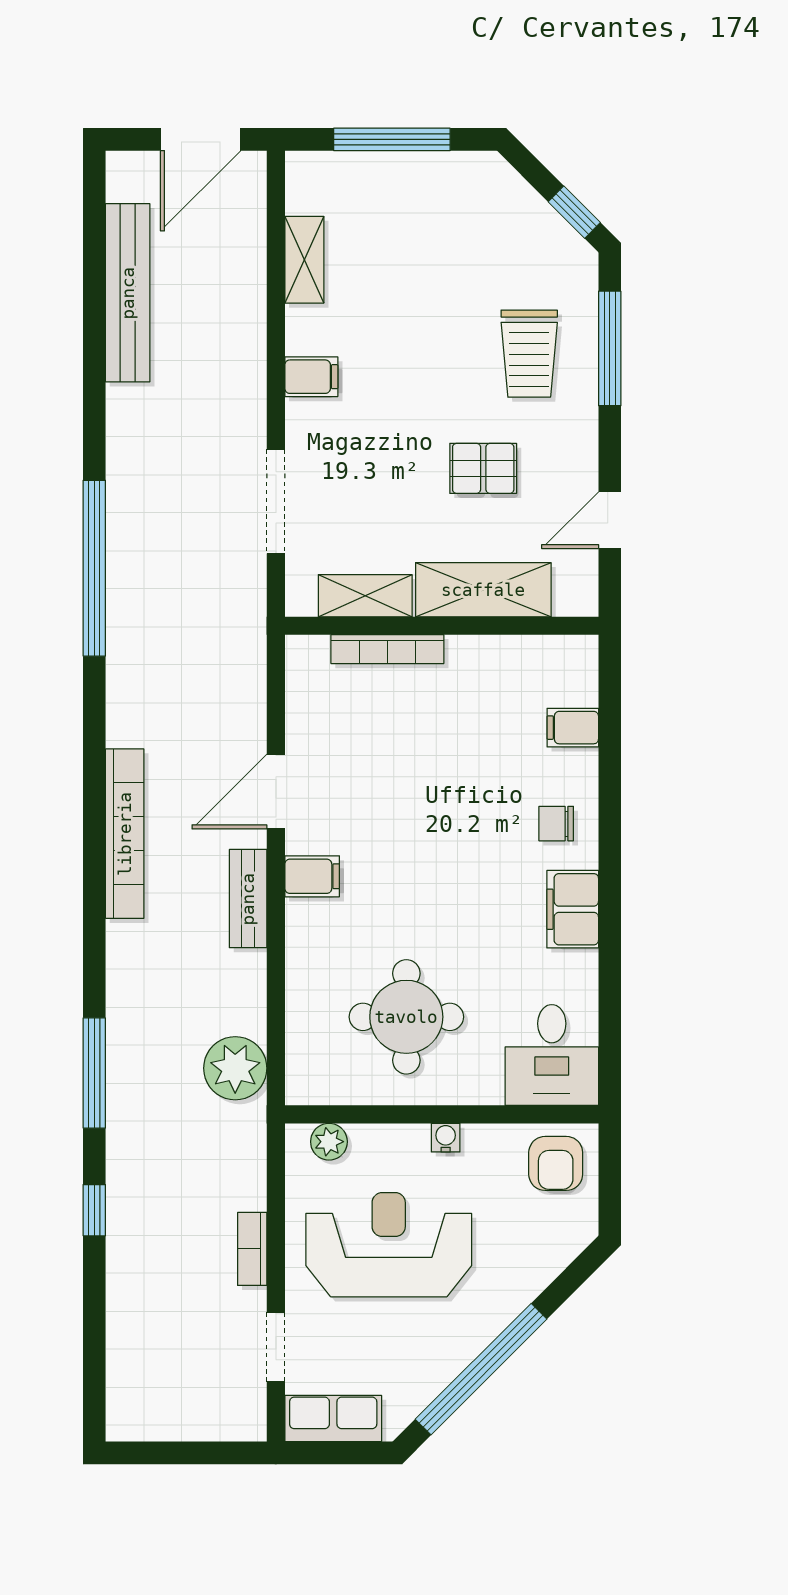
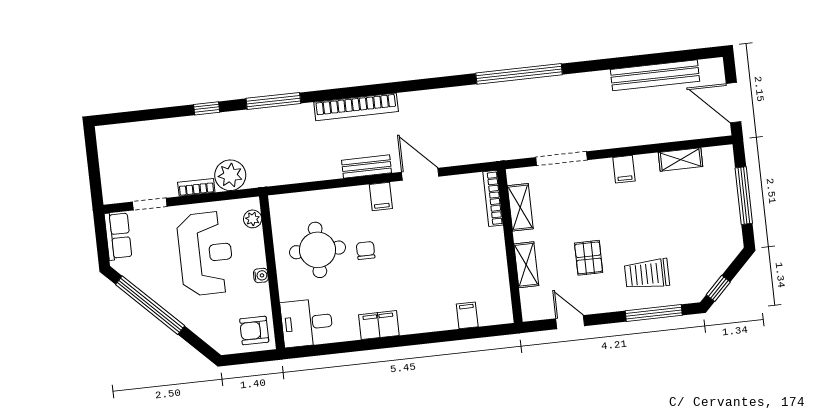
shelving: (483, 590) -> (526, 265), width x0.67, depth x0.75
bookcase: (387, 649) -> (493, 198), moved
chair: (556, 824) -> (366, 250), moved
bookcase: (125, 834) -> (356, 107), moved
plant: (235, 1068) -> (230, 175), moved

